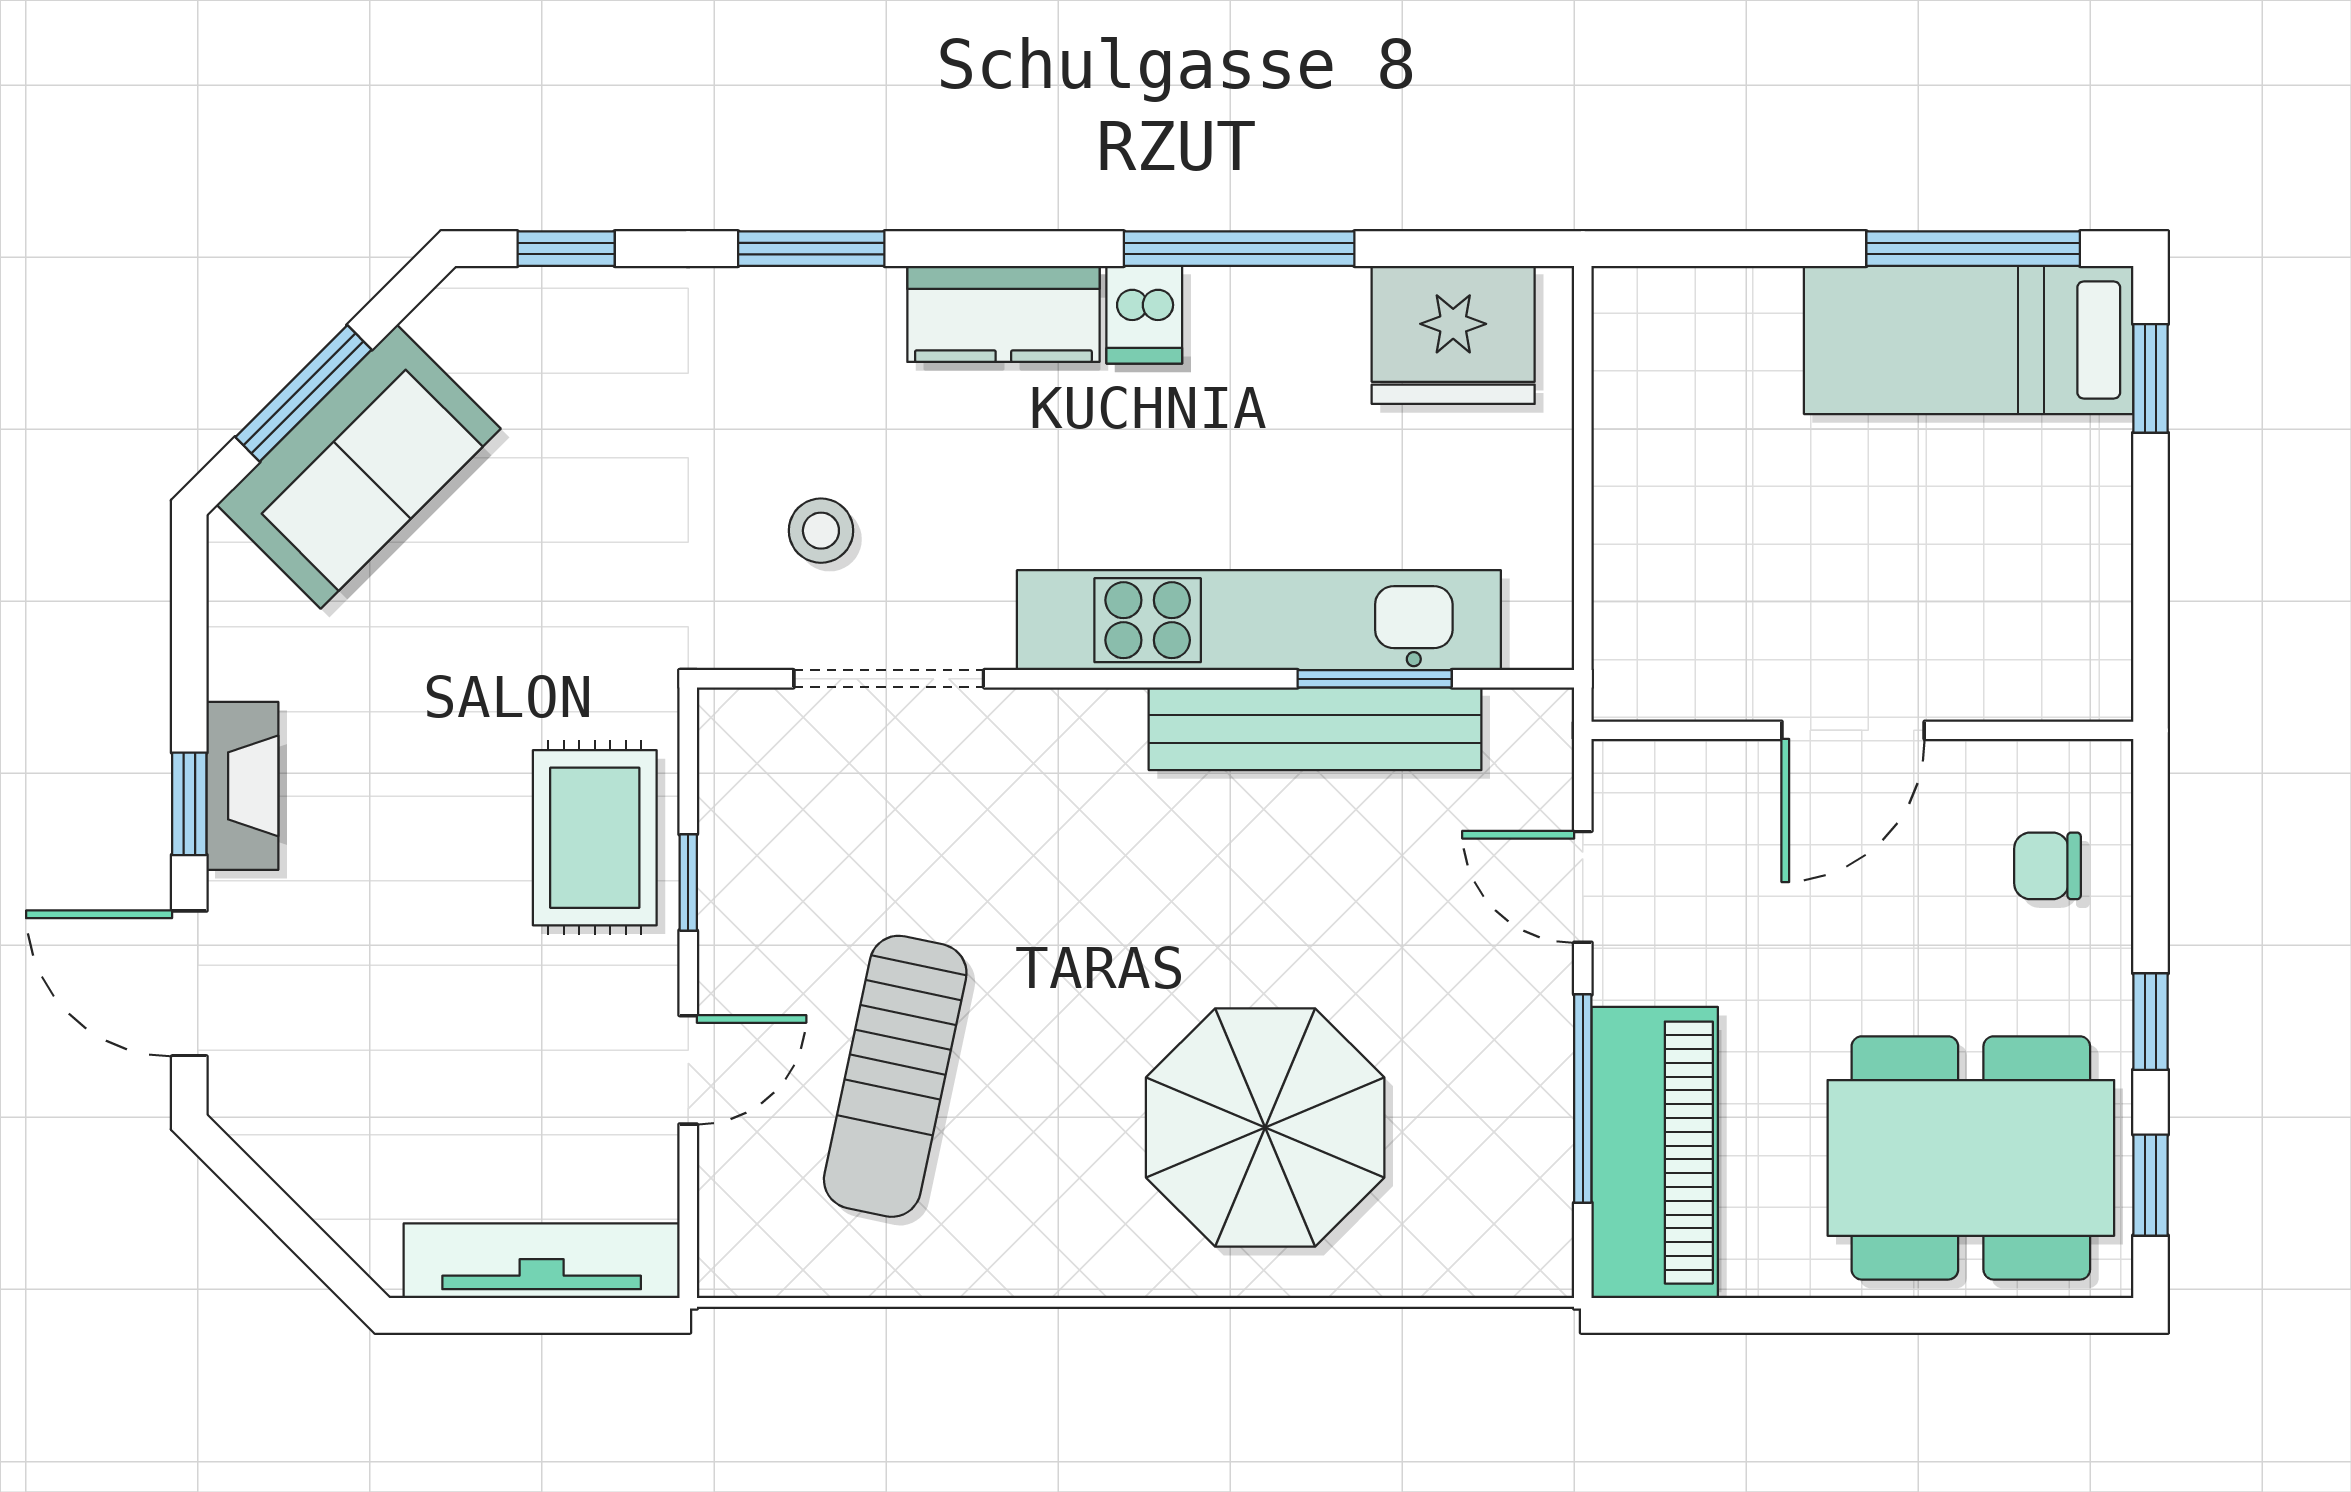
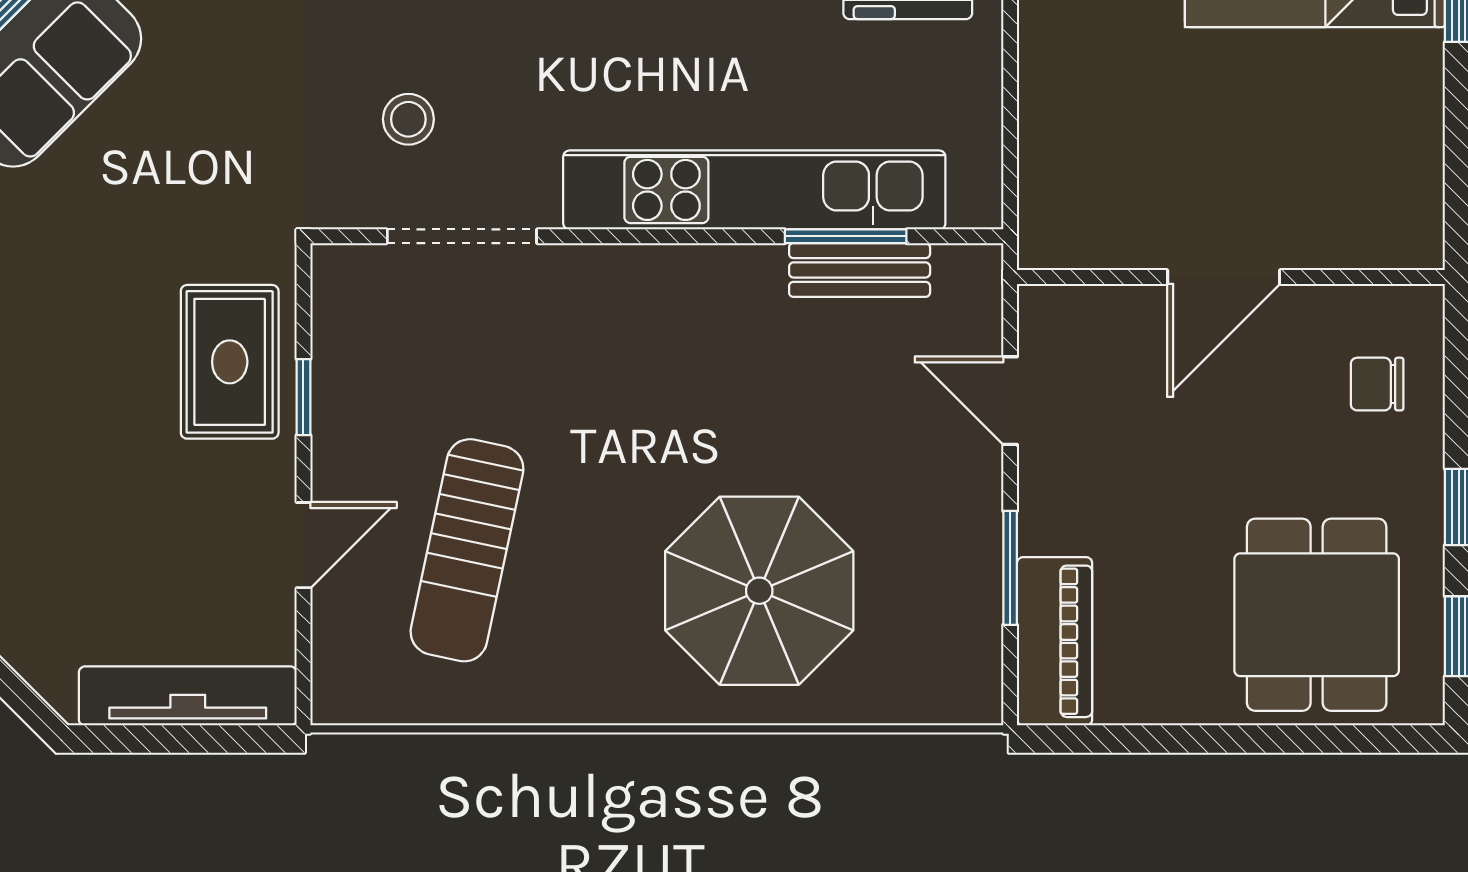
bench: (1315, 729) -> (860, 270), width x0.54, depth x0.82
window: (1583, 1099) -> (1010, 568), width x0.69
piano: (1655, 1153) -> (1055, 641), width x0.73, depth x0.75
dining table: (1971, 1158) -> (1317, 615), width x0.73

